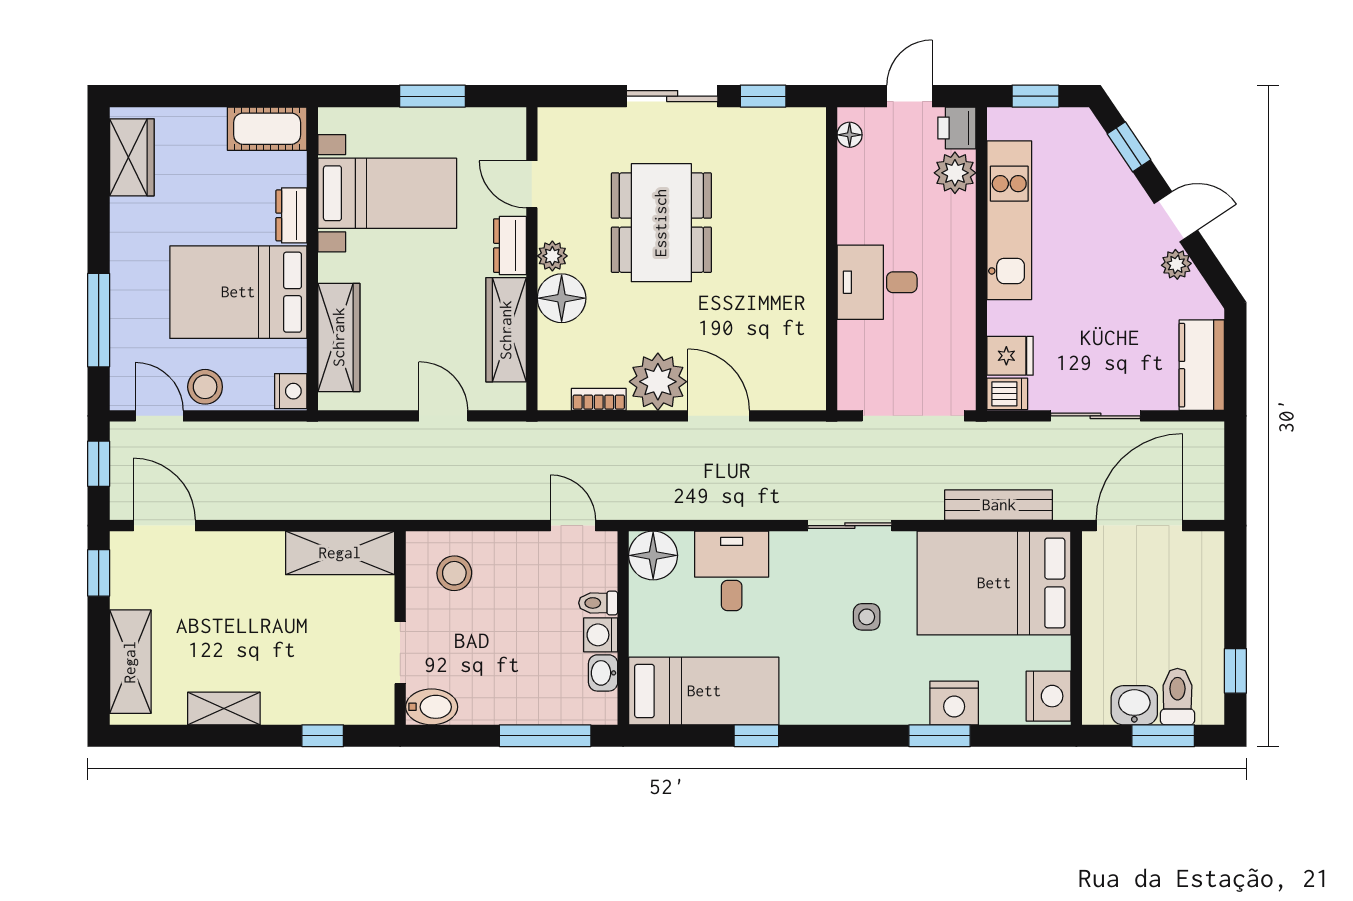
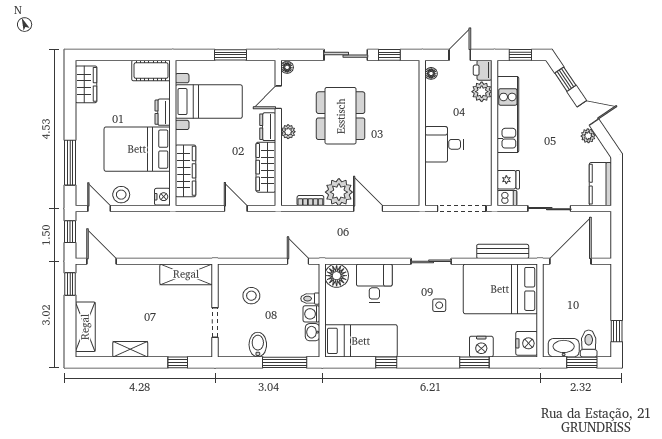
door: (532, 184) -> (278, 97), hinge flipped
floor lamp: (562, 298) -> (287, 67), moved, width x0.53, depth x0.53
stool: (454, 573) -> (251, 296), moved
washbasin: (1134, 705) -> (564, 348), width x1.38
bidet: (432, 707) -> (258, 345), moved, turned -90

